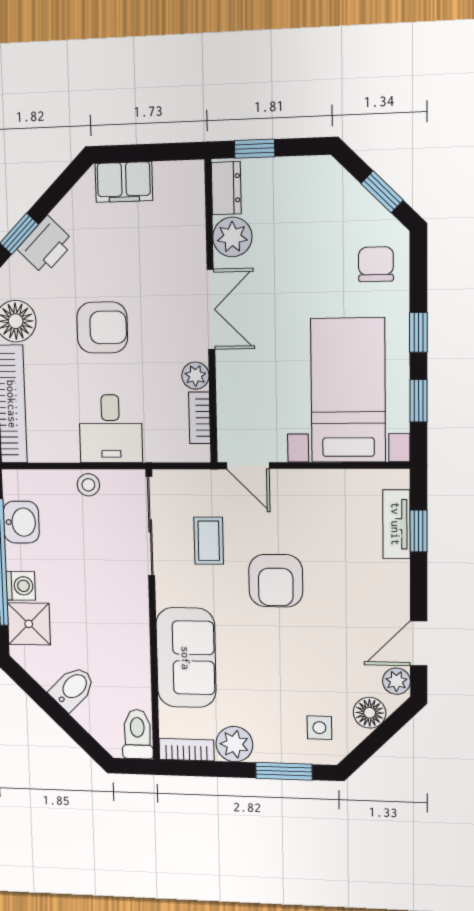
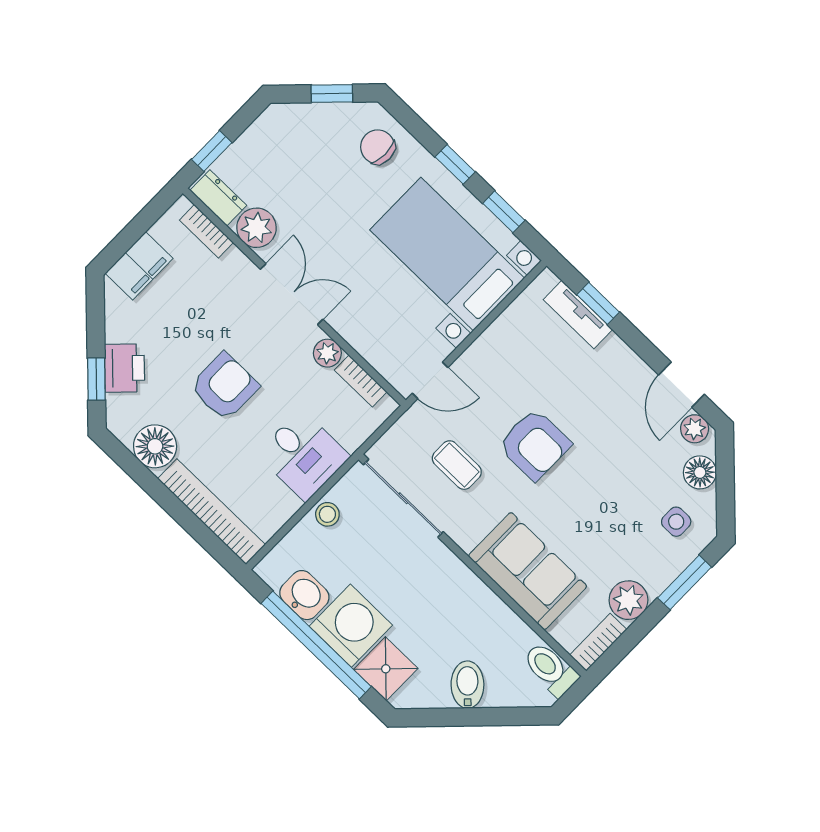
bookcase: (195, 204) -> (206, 231), added
washing machine: (21, 586) -> (351, 626), width x1.89, depth x1.89

